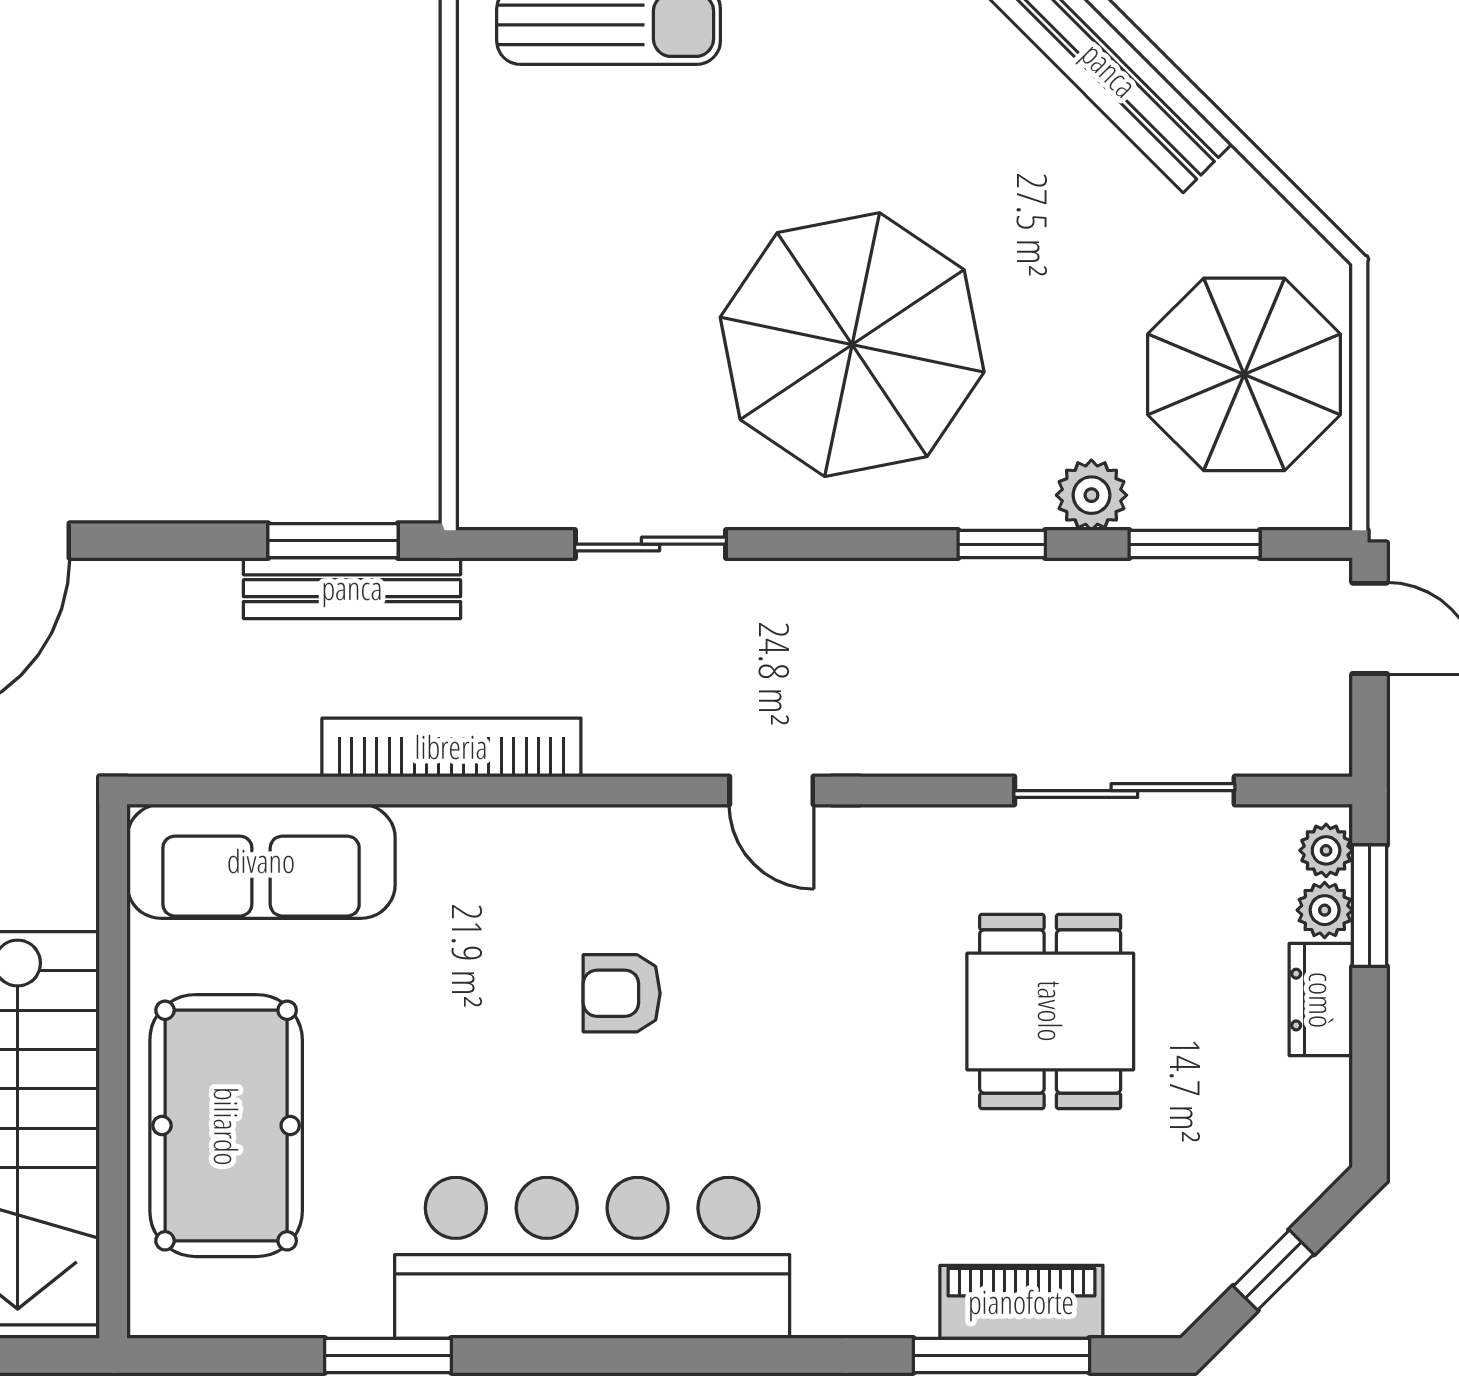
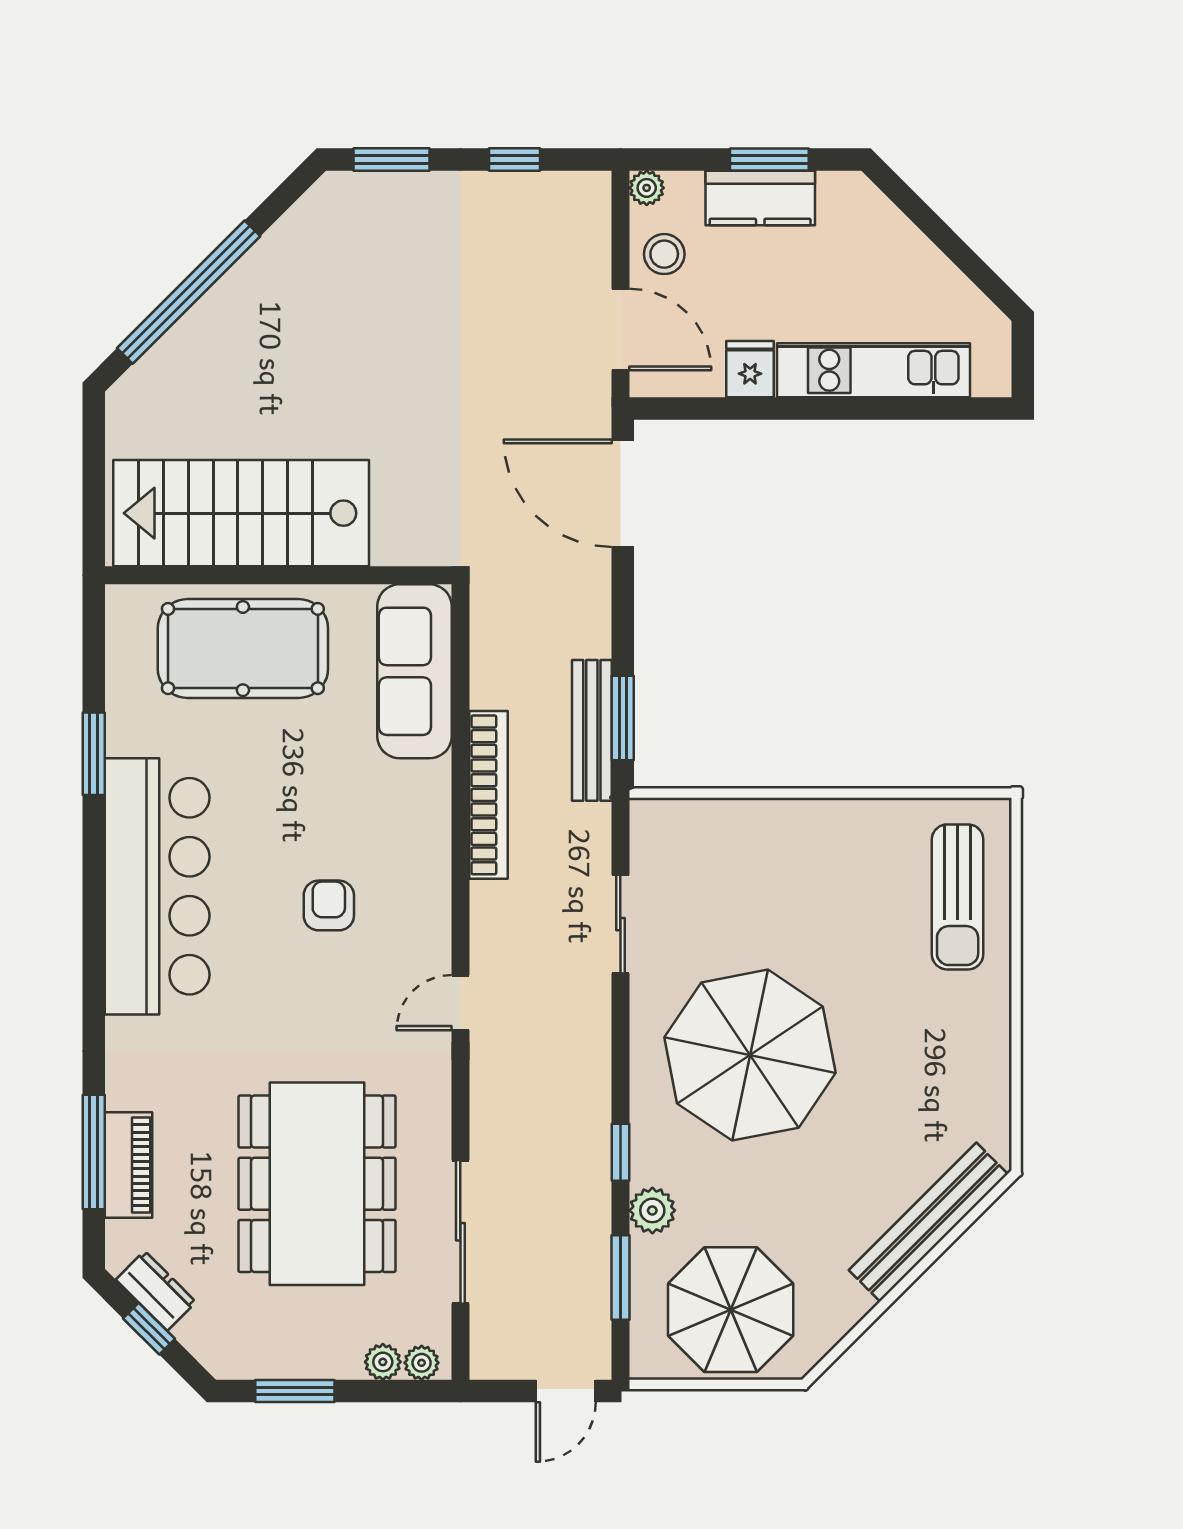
window: (1370, 906) -> (295, 1391), moved
dresser: (1321, 1000) -> (156, 1291), moved, turned 45
dining table: (1050, 1011) -> (317, 1184), width x1.88, depth x1.24

